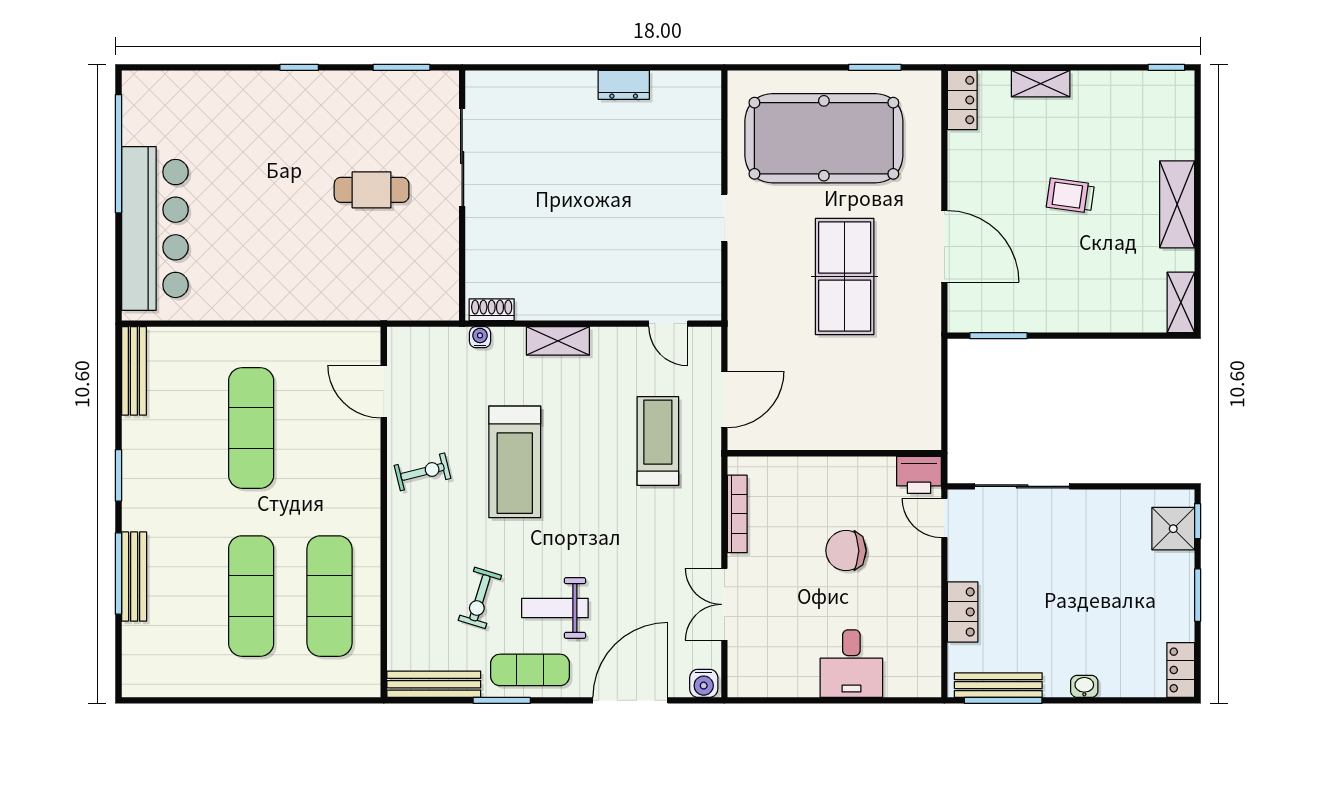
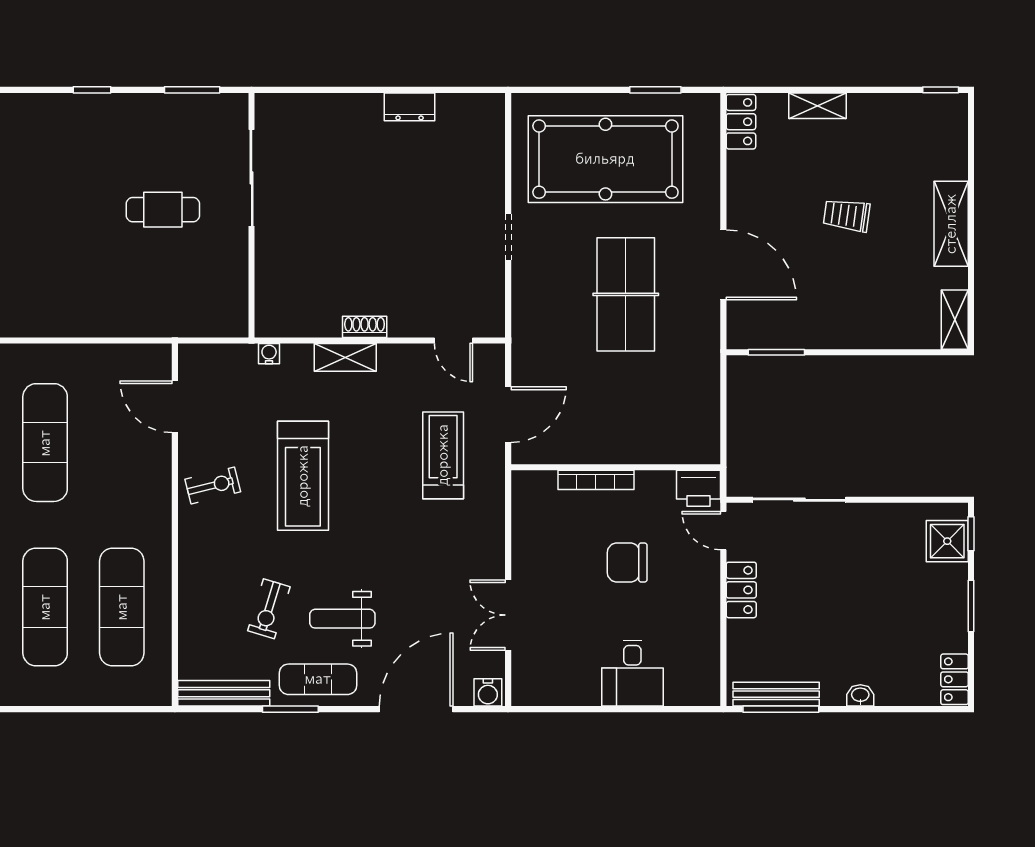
shoe rack: (492, 310) -> (365, 327), moved
bookcase: (737, 514) -> (596, 480), moved, turned 90
locker: (963, 612) -> (741, 590), moved

